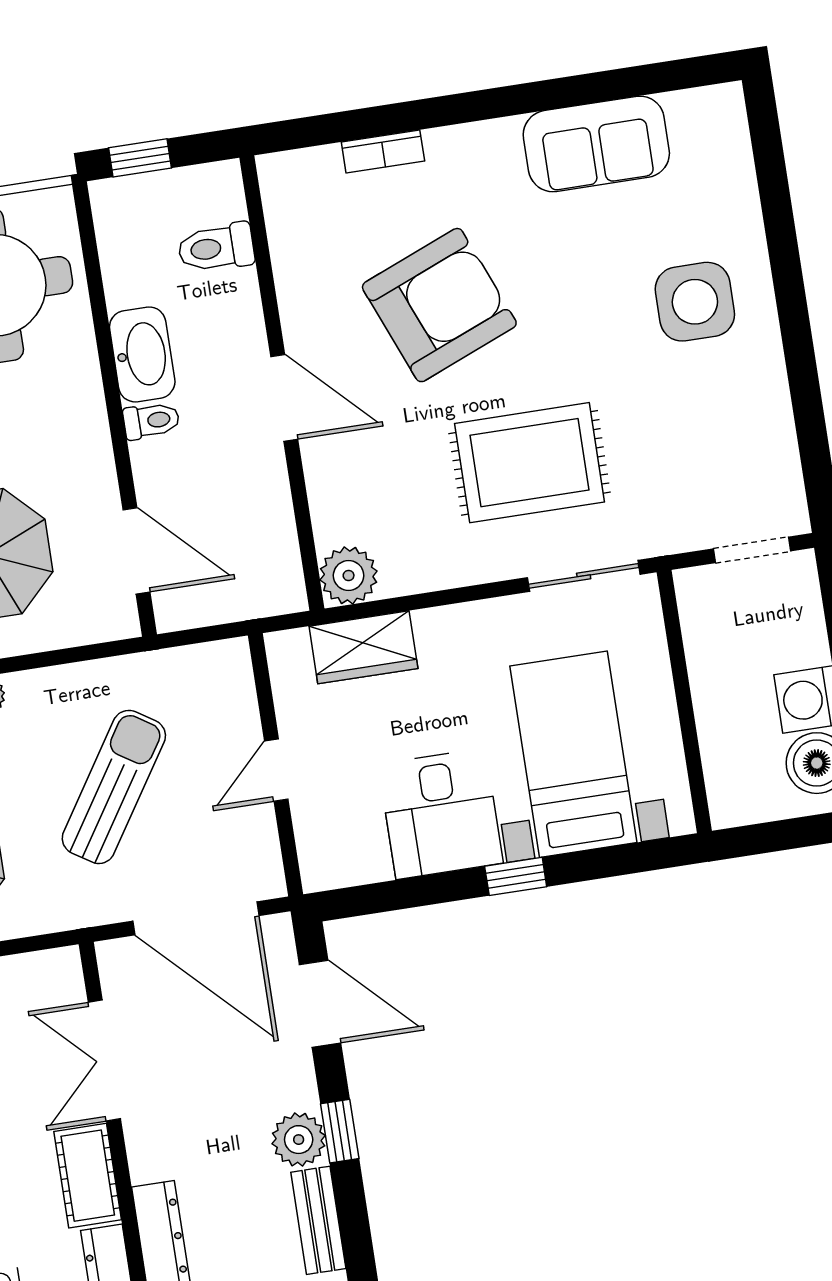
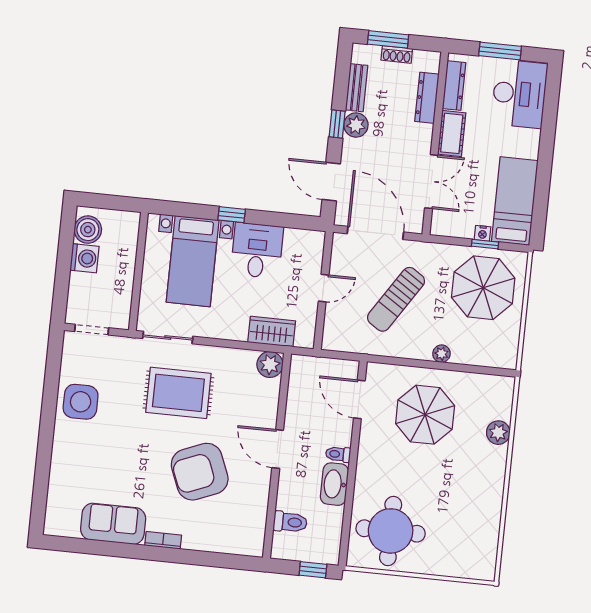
bookcase: (383, 152) -> (163, 540), moved
side table: (695, 302) -> (81, 402), moved

